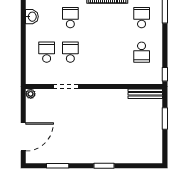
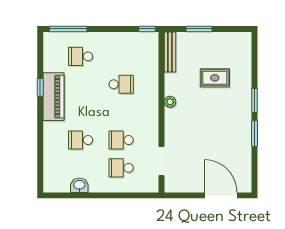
school desk: (142, 52) -> (121, 84), moved
doorway: (66, 87) -> (161, 161), moved
plant: (31, 94) -> (170, 102), moved
rug: (123, 132) -> (215, 78), added
window: (58, 166) -> (254, 134), moved

